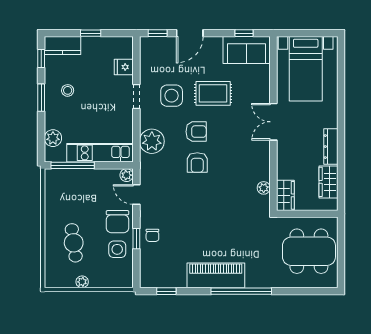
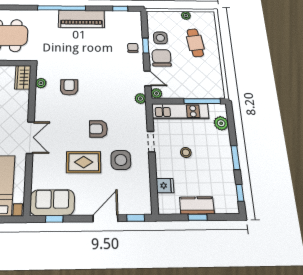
kitchen counter: (63, 45) -> (197, 205), moved
stool: (68, 90) -> (186, 152), moved
doorway: (136, 97) -> (151, 142), moved
plant: (152, 141) -> (140, 99), moved, width x0.53, depth x0.53
armchair: (197, 163) -> (69, 87), moved

